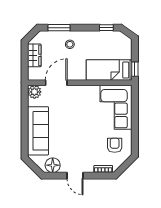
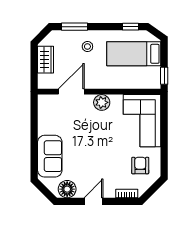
bed: (109, 70) -> (134, 54), moved
plant: (34, 92) -> (102, 102), moved
sofa: (38, 131) -> (50, 156), width x0.73
door: (75, 176) -> (93, 201), swing flipped

